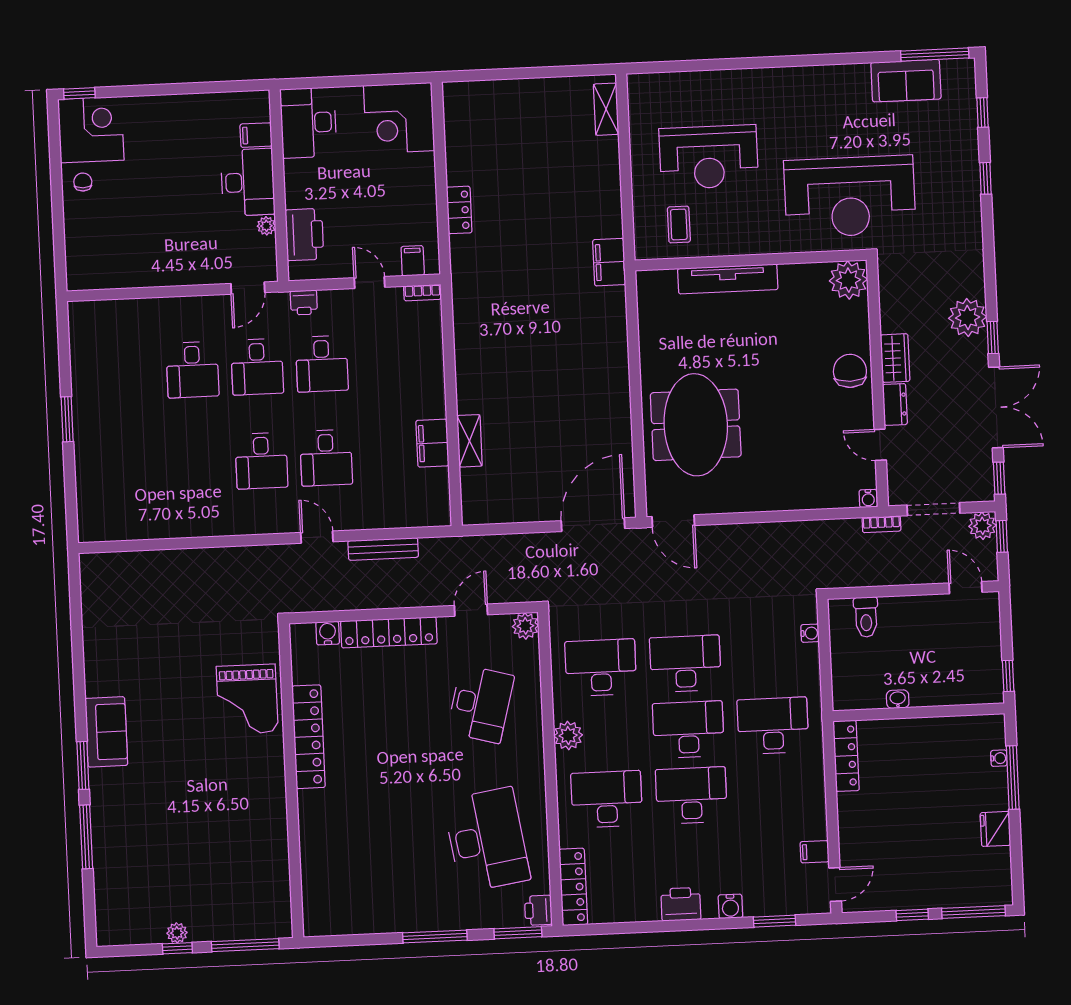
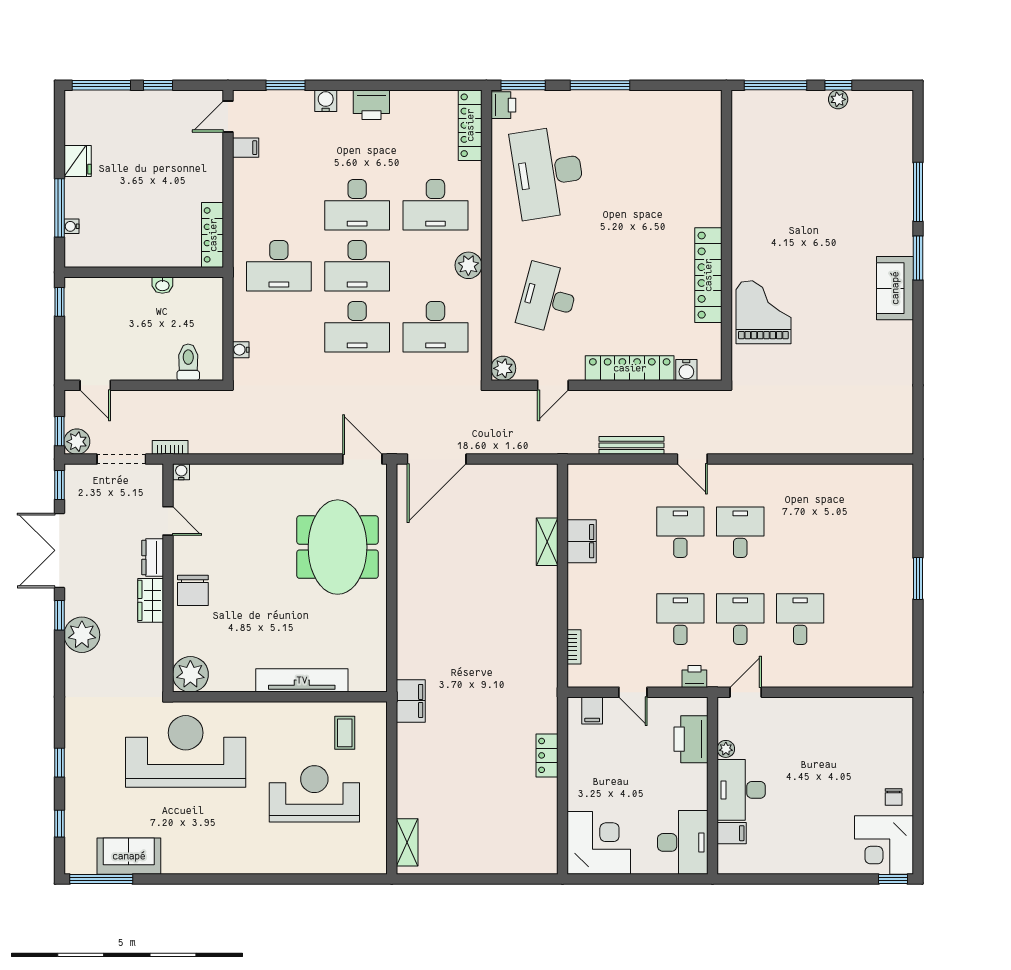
bookcase: (422, 293) -> (574, 647), moved, turned 90

